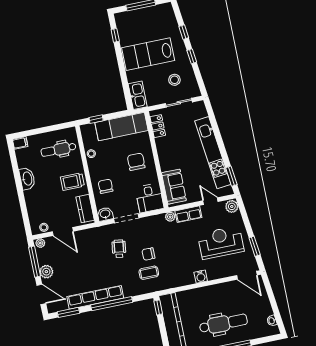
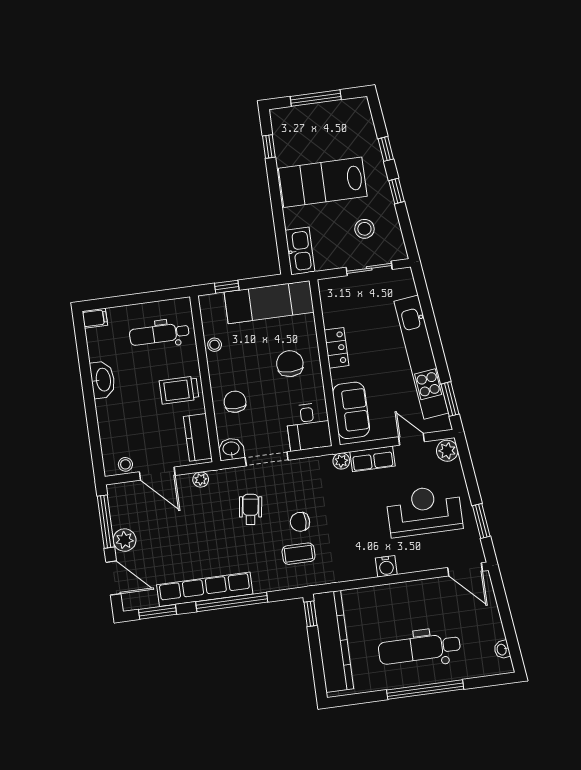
locker: (158, 126) -> (336, 348), moved
plant: (40, 243) -> (201, 480), moved
dental chair: (223, 324) -> (419, 649), turned 180

